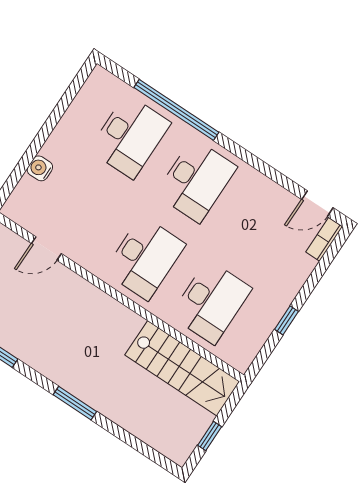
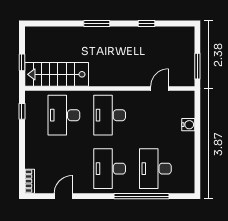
door: (317, 204) -> (63, 196), moved
window: (286, 320) -> (22, 111), moved
window: (210, 436) -> (22, 62), moved

